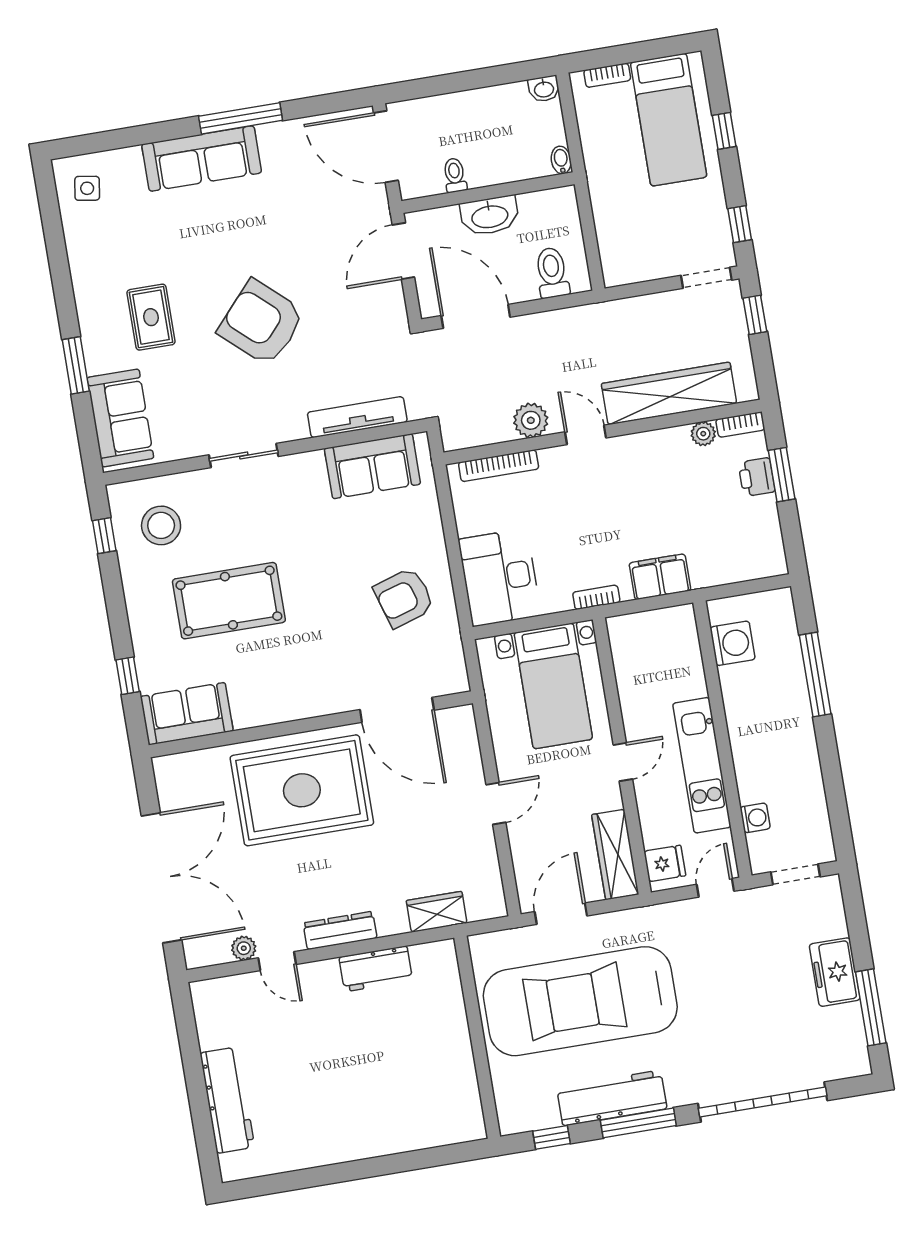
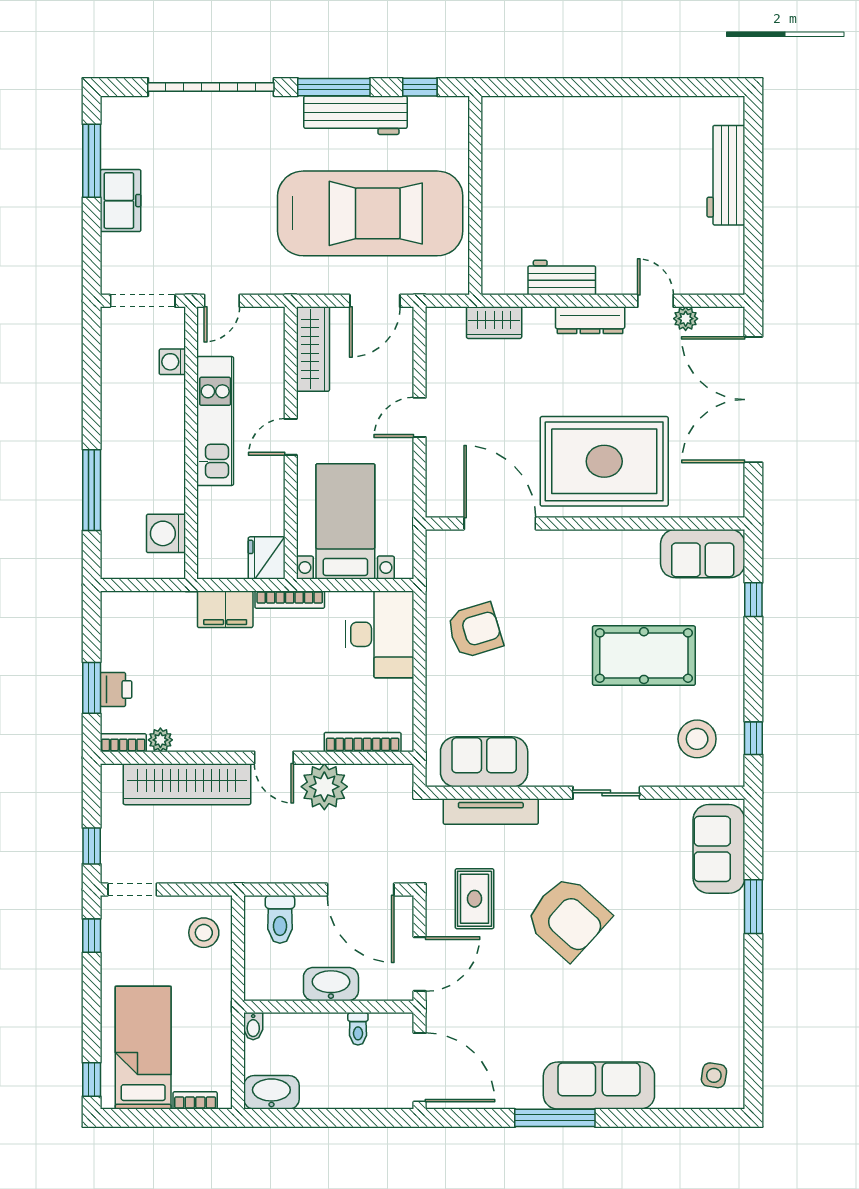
washbasin: (544, 89) -> (271, 1092), width x1.91, depth x1.45
window: (724, 131) -> (92, 1079), moved
stool: (627, 246) -> (204, 933), added
rug: (151, 317) -> (475, 899), moved
plant: (531, 420) -> (324, 787), width x1.36, depth x1.36
bookcase: (596, 597) -> (290, 600), width x1.56
fridge: (665, 863) -> (267, 558), moved, width x1.38
doorway: (795, 874) -> (143, 301), width x1.38

